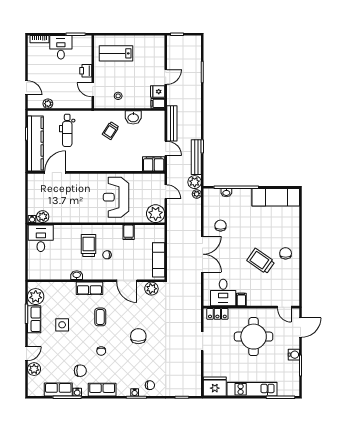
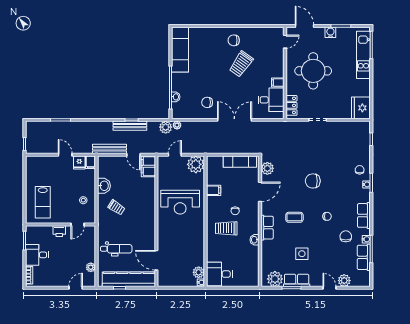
door: (166, 148) -> (134, 155), swing flipped
bench: (196, 157) -> (130, 126), moved
kitchen unit: (252, 389) -> (363, 55), moved

